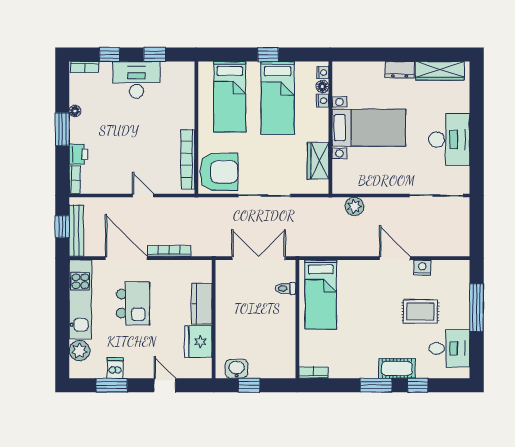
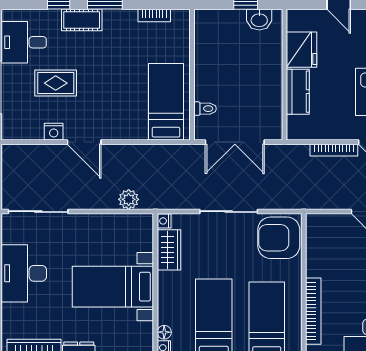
nightstand: (322, 101) -> (164, 221), moved
bookcase: (188, 159) -> (313, 311), moved
bookcase: (314, 372) -> (154, 16), moved

